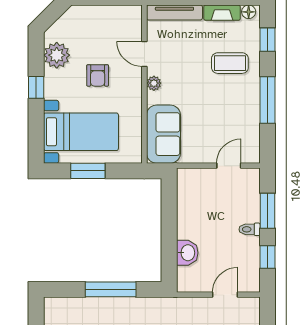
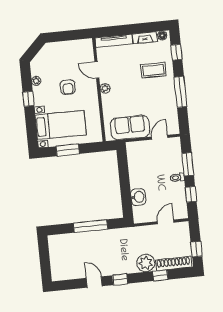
plant: (57, 55) -> (36, 81), width x0.53, depth x0.53
sofa: (163, 134) -> (130, 128), moved, turned -90

